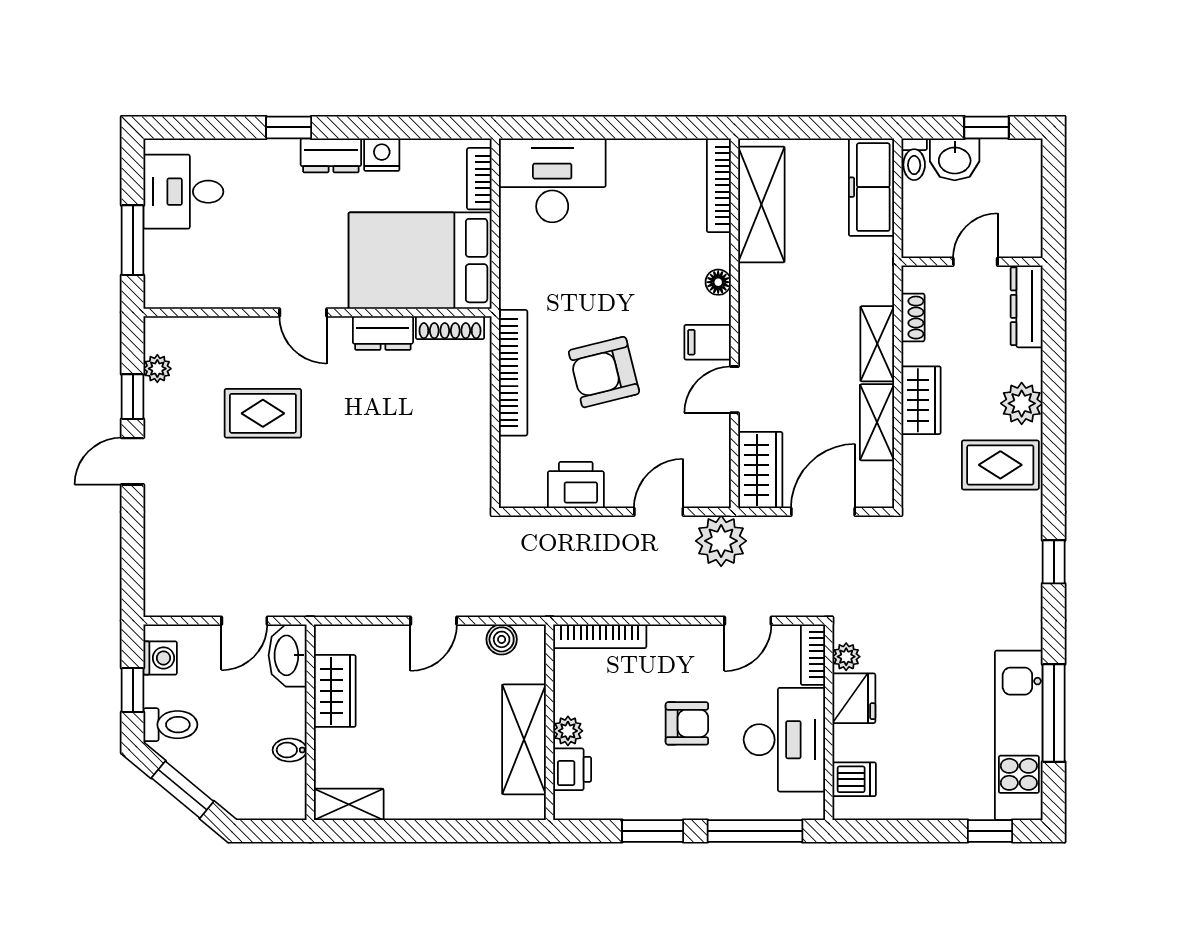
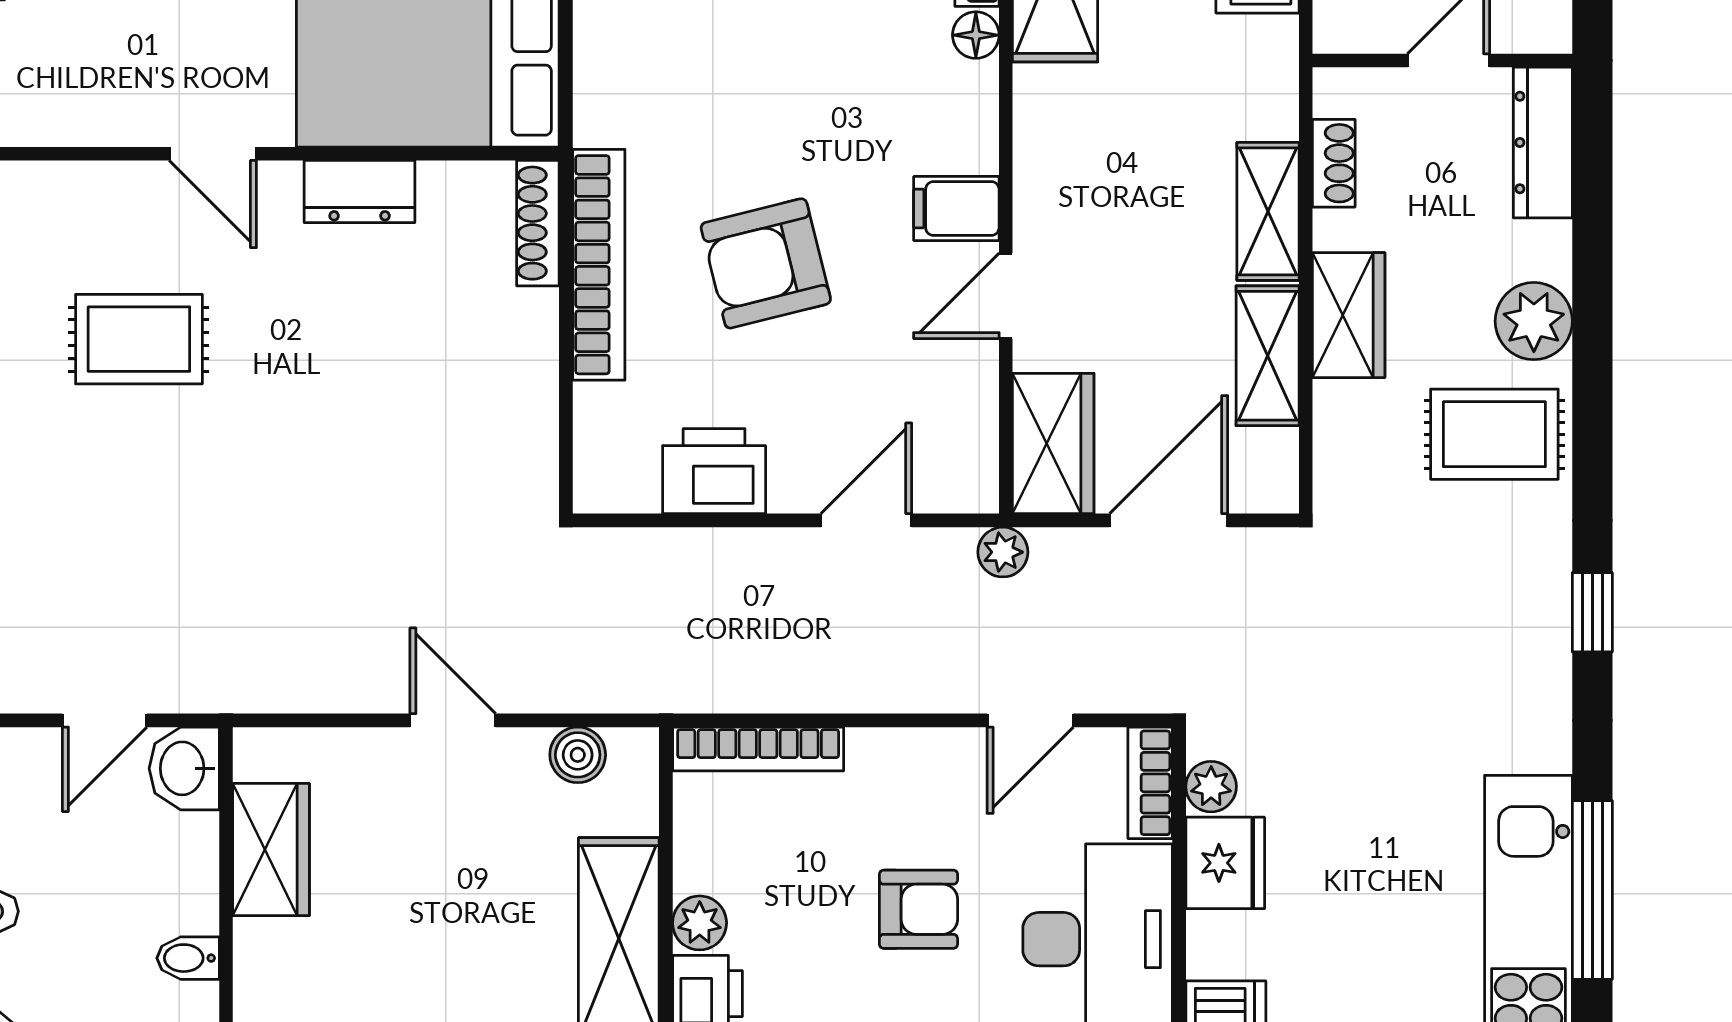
floor lamp: (718, 282) -> (976, 35), moved
shoe rack: (450, 328) -> (538, 223), moved, turned 90
plant: (721, 541) -> (1003, 552), width x0.53, depth x0.53
door: (434, 621) -> (453, 720), swing flipped
washbasin: (288, 655) -> (184, 768), width x0.72

